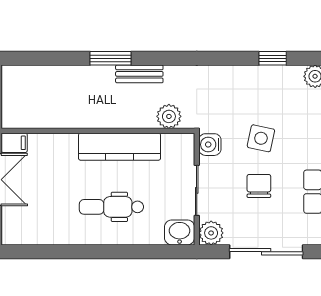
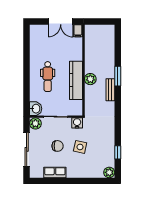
plant: (169, 116) -> (90, 79), moved
dental chair: (111, 207) -> (48, 77), turned 180

